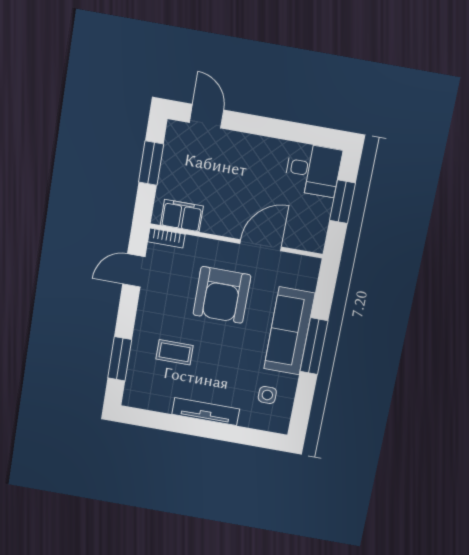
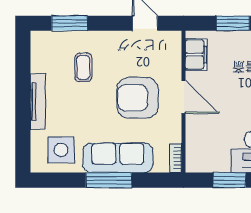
bookcase: (166, 238) -> (176, 158), moved
door: (261, 245) -> (183, 97), moved
side table: (267, 395) -> (61, 150), width x1.87, depth x1.87

